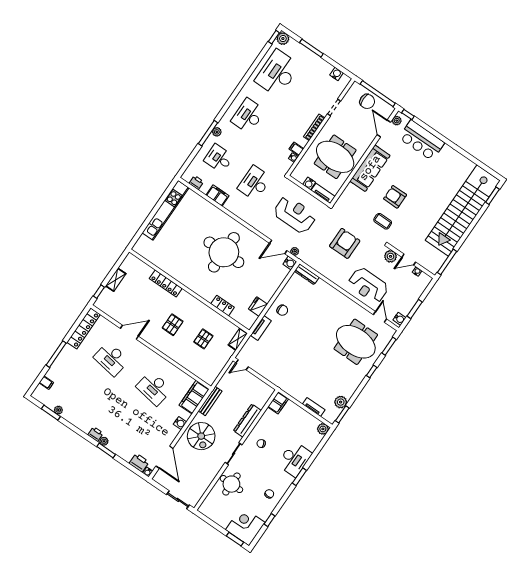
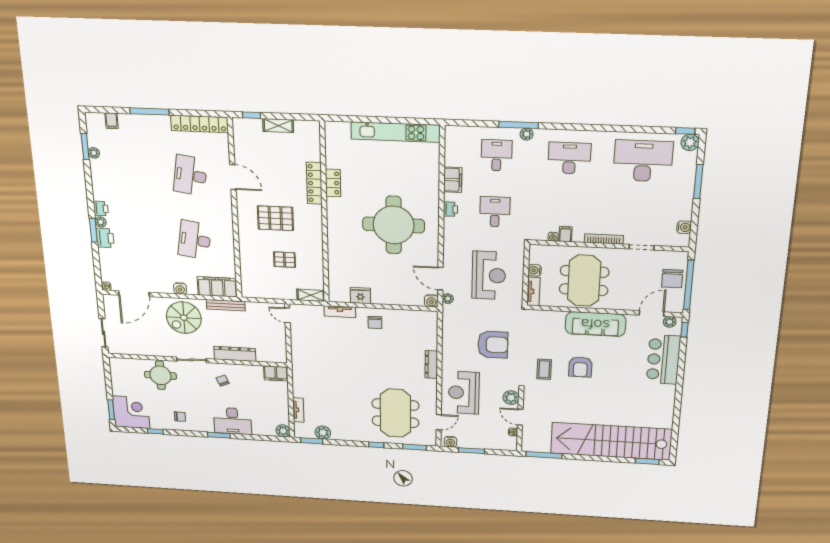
printer: (196, 183) -> (450, 209), moved
desk: (255, 183) -> (495, 212), width x0.73
armchair: (395, 197) -> (580, 367), turned 180
dresser: (307, 274) -> (431, 365), moved
locker: (223, 306) -> (333, 183), moved
pallet: (173, 325) -> (275, 218), width x1.50, depth x1.42
printer: (139, 463) -> (105, 238), moved

